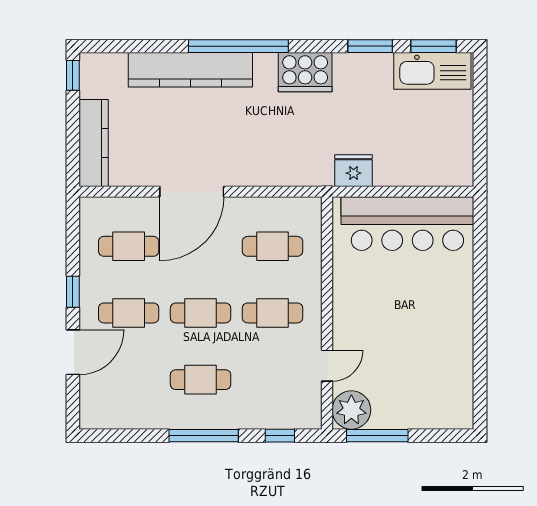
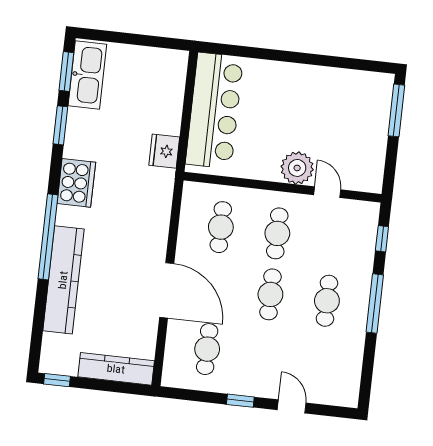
cafe table: (129, 313) -> (264, 355), removed
door: (73, 352) -> (292, 406), width x0.73
plant: (351, 410) -> (297, 168), moved
window: (377, 436) -> (396, 110), moved

